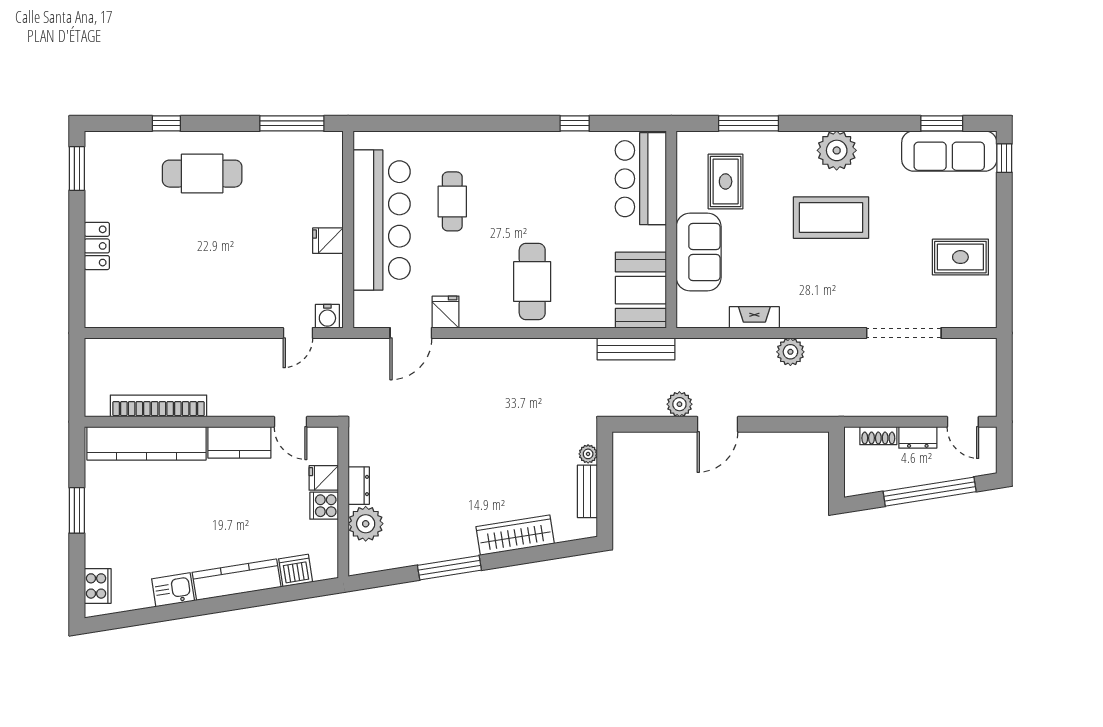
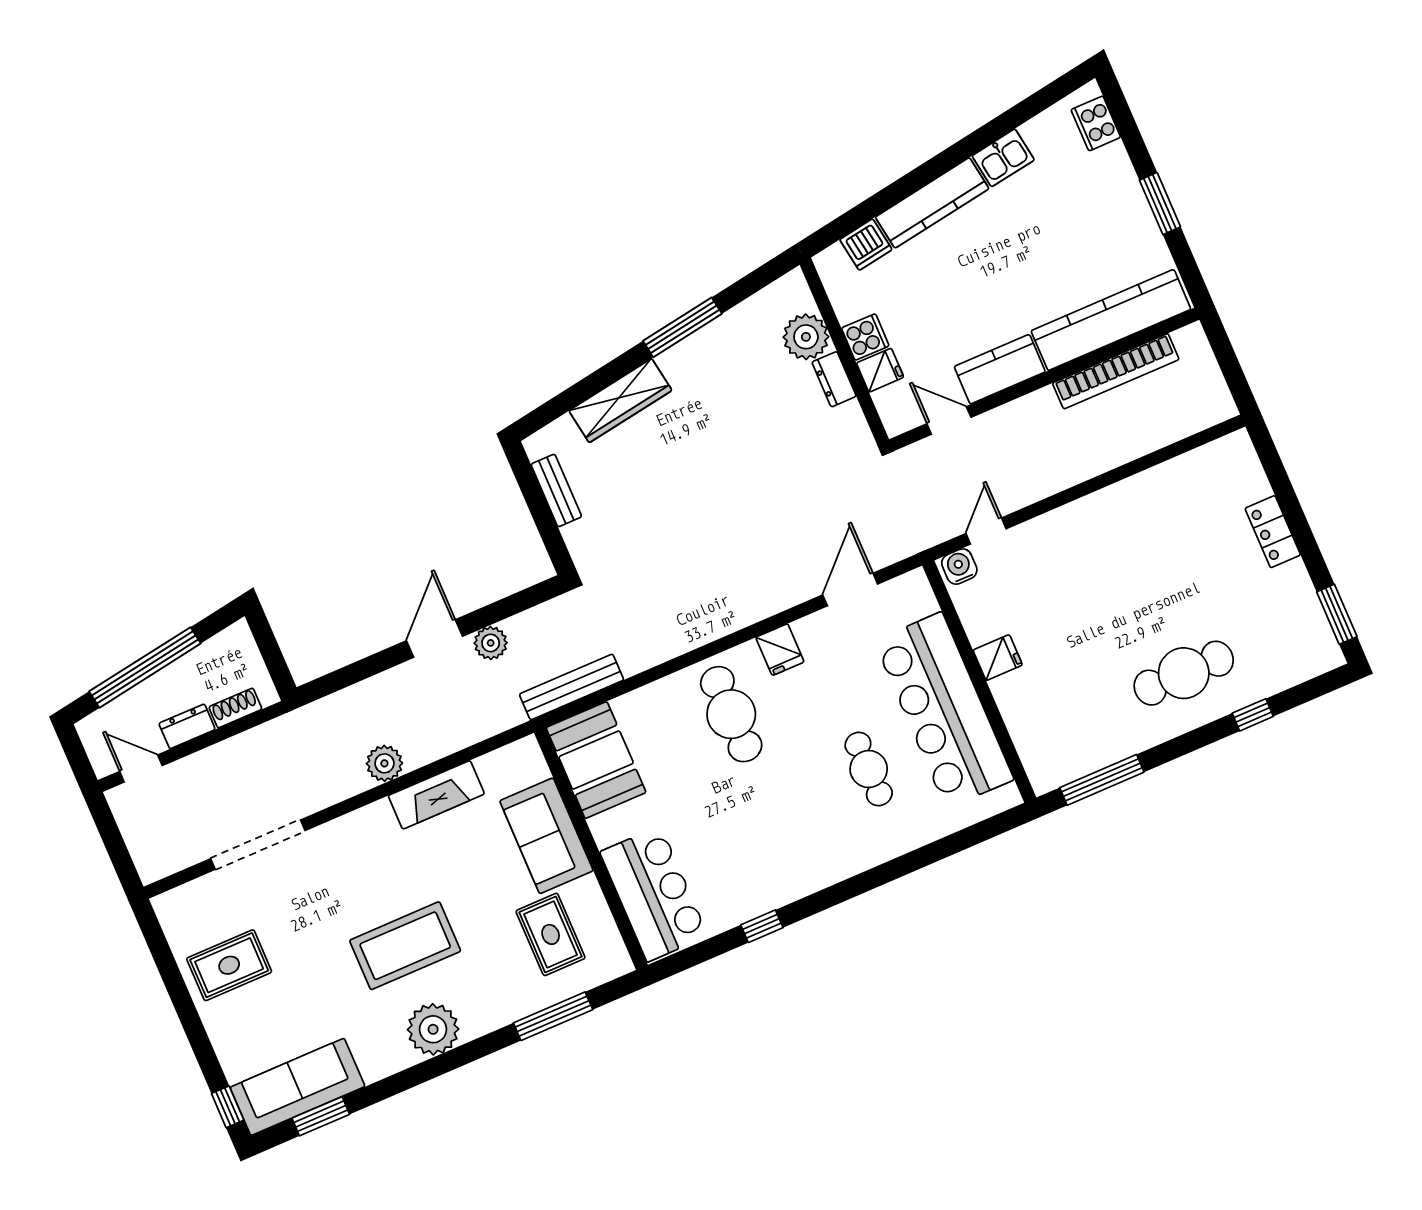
fridge: (446, 312) -> (780, 650), moved
fireplace: (754, 317) -> (436, 795), width x1.37, depth x1.32
plant: (588, 454) -> (575, 536), removed

